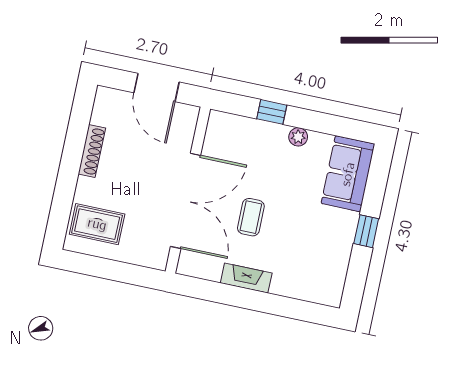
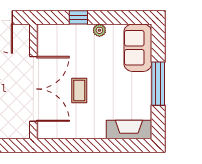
window: (366, 231) -> (158, 84), width x2.17
fireplace: (246, 278) -> (129, 130), moved, width x1.37, depth x1.32

